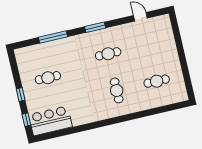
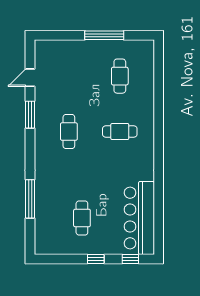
window: (95, 27) -> (30, 115), moved
window: (184, 63) -> (104, 35), added
bar counter: (50, 121) -> (139, 218), width x1.36

